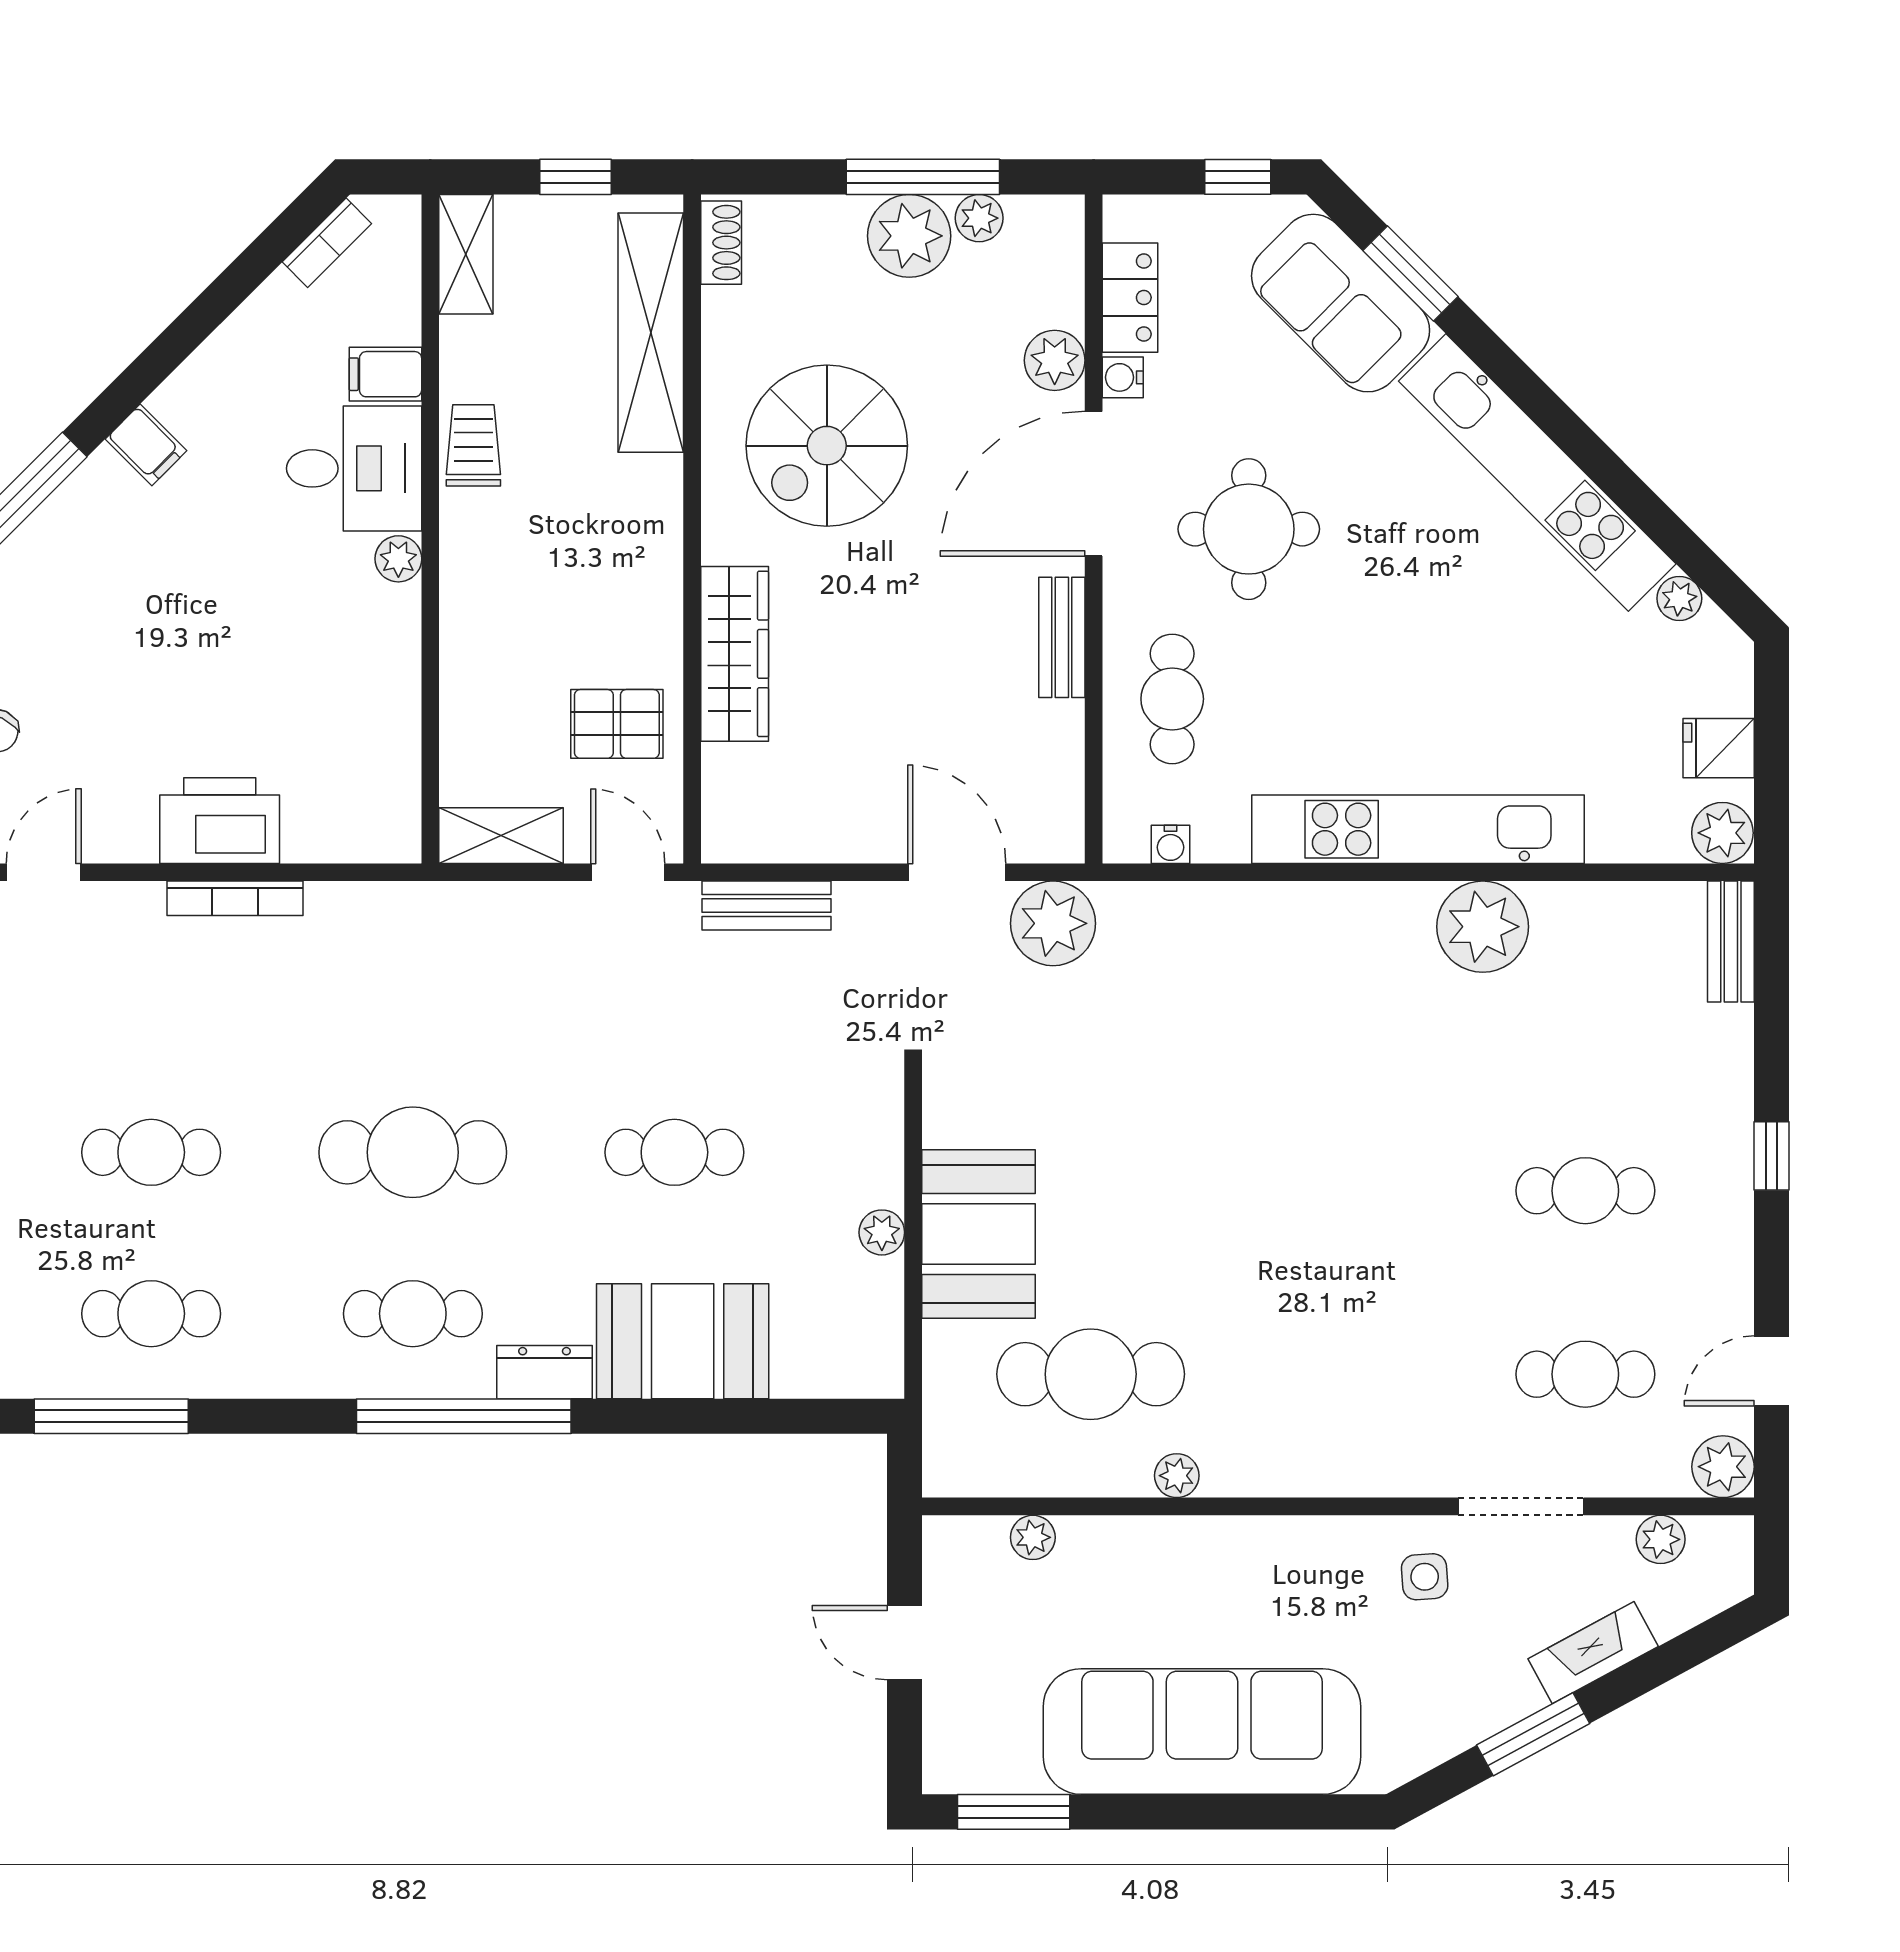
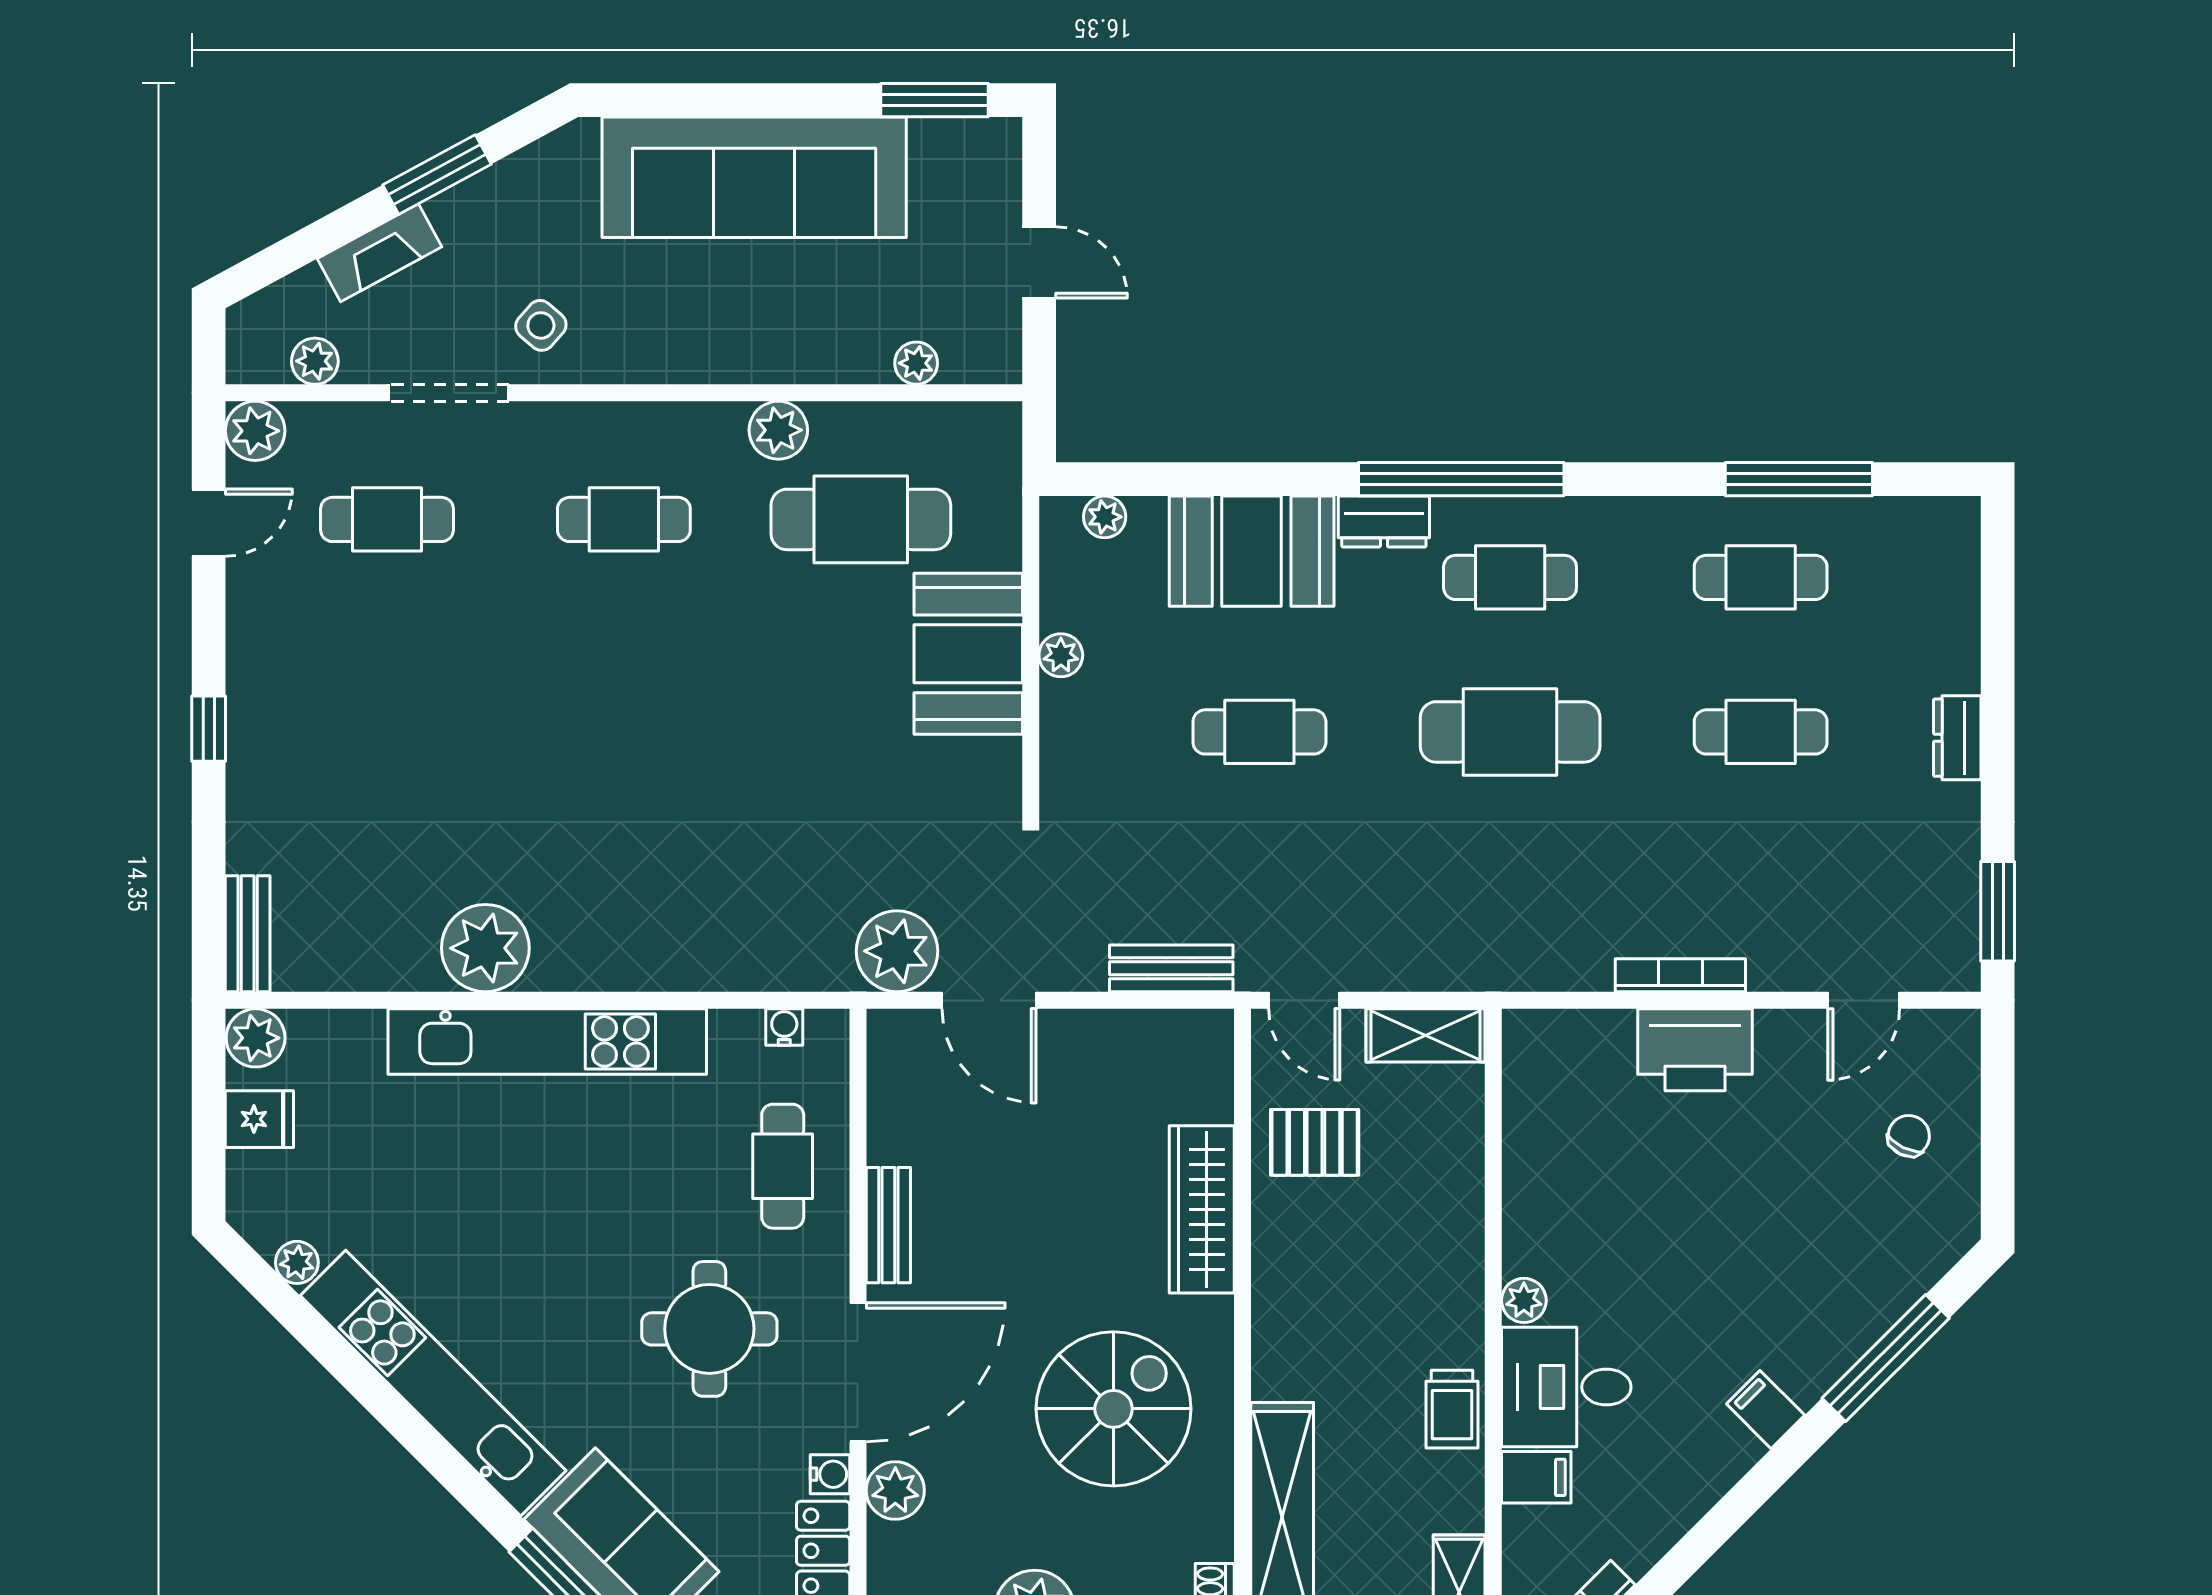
cafe table: (1585, 1191) -> (624, 519), moved
plant: (836, 1377) -> (1105, 517), added
plant: (1177, 1476) -> (778, 430), width x1.38, depth x1.38
side table: (1425, 1577) -> (541, 325), turned 45

